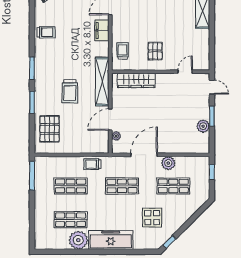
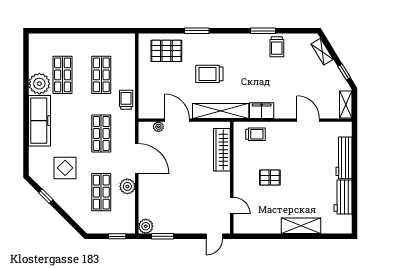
filing cabinet: (102, 30) -> (262, 111), moved
pallet: (155, 51) -> (270, 178), moved
window: (32, 68) -> (263, 31), moved
window: (212, 116) -> (162, 236), moved
plant: (203, 126) -> (146, 226), moved
window: (32, 176) -> (113, 31), removed
window: (169, 242) -> (46, 196), moved

